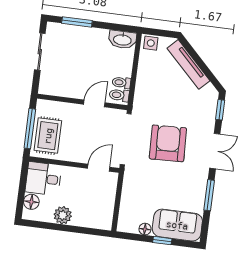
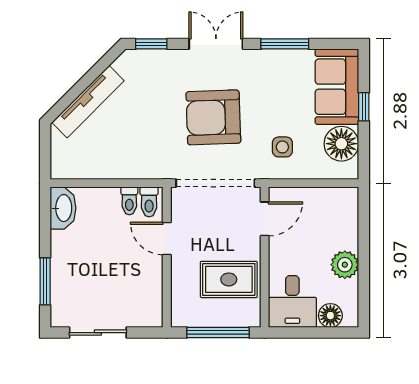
side table: (151, 43) -> (282, 147), moved
rug: (48, 136) -> (229, 279), moved
door: (99, 168) -> (265, 219), swing flipped
floor lamp: (145, 229) -> (341, 144), width x1.89, depth x1.89

